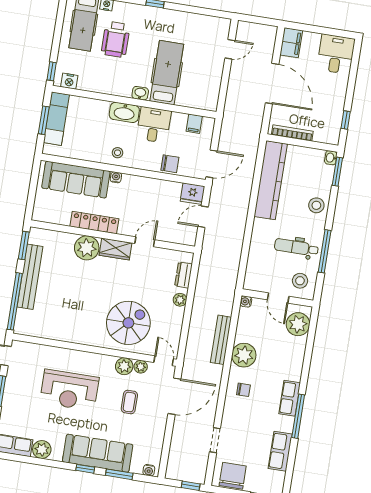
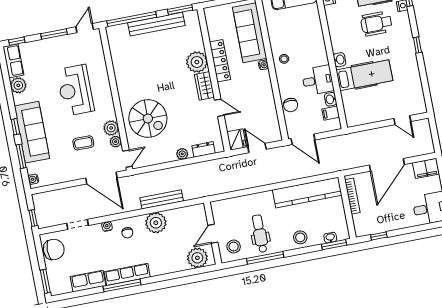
washbasin: (124, 112) -> (331, 99), moved, width x0.52, depth x0.69
washbasin: (331, 158) -> (330, 238), moved
fridge: (193, 194) -> (237, 140), moved, turned 180
water cooler: (246, 301) -> (107, 226), moved
row of seats: (290, 398) -> (127, 274), width x1.48

